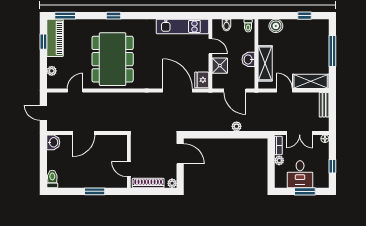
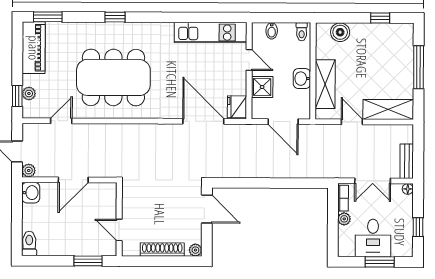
window: (43, 42) -> (17, 96), moved
dining table: (113, 59) -> (113, 77), turned 90
bench: (324, 105) -> (407, 161), moved
plant: (237, 126) -> (29, 171), moved
wall: (129, 161) -> (119, 219), moved
door: (129, 169) -> (119, 230), moved

